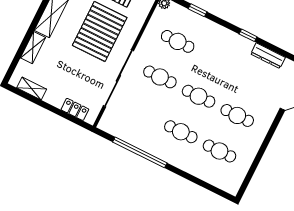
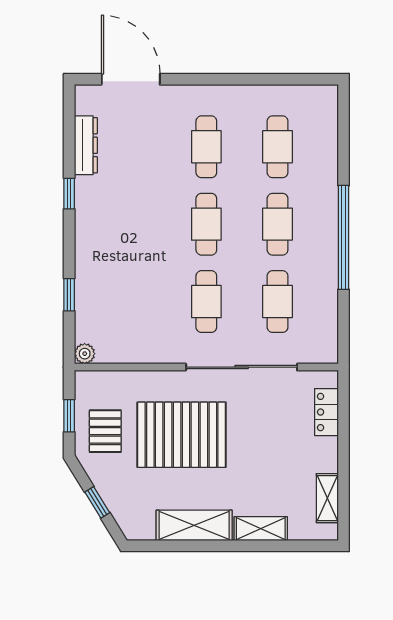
cafe table: (178, 41) -> (278, 302), moved
window: (140, 152) -> (344, 237), moved

